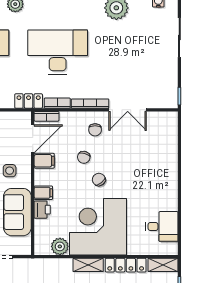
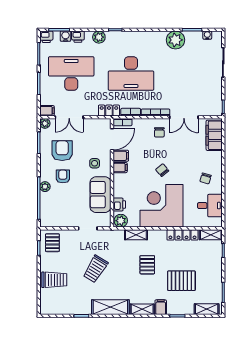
desk: (58, 52) -> (131, 74), turned 180
filing cabinet: (167, 134) -> (214, 135), added
chair: (84, 157) -> (206, 178), moved
filing cabinet: (43, 193) -> (120, 168), moved
printer: (42, 210) -> (119, 204), moved
plant: (60, 246) -> (121, 221), moved
shelving: (88, 265) -> (136, 235), moved

